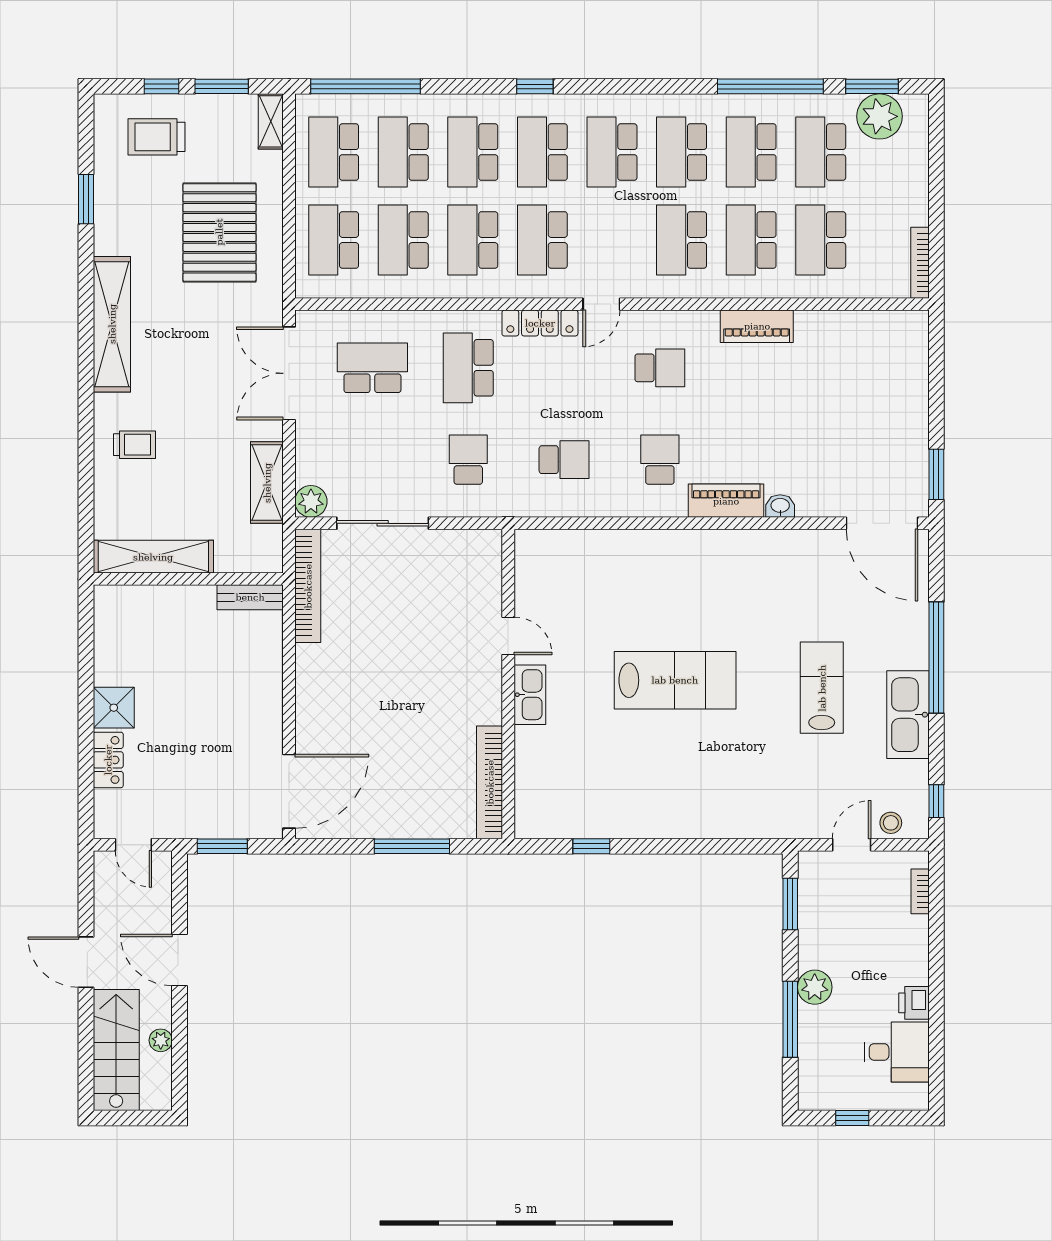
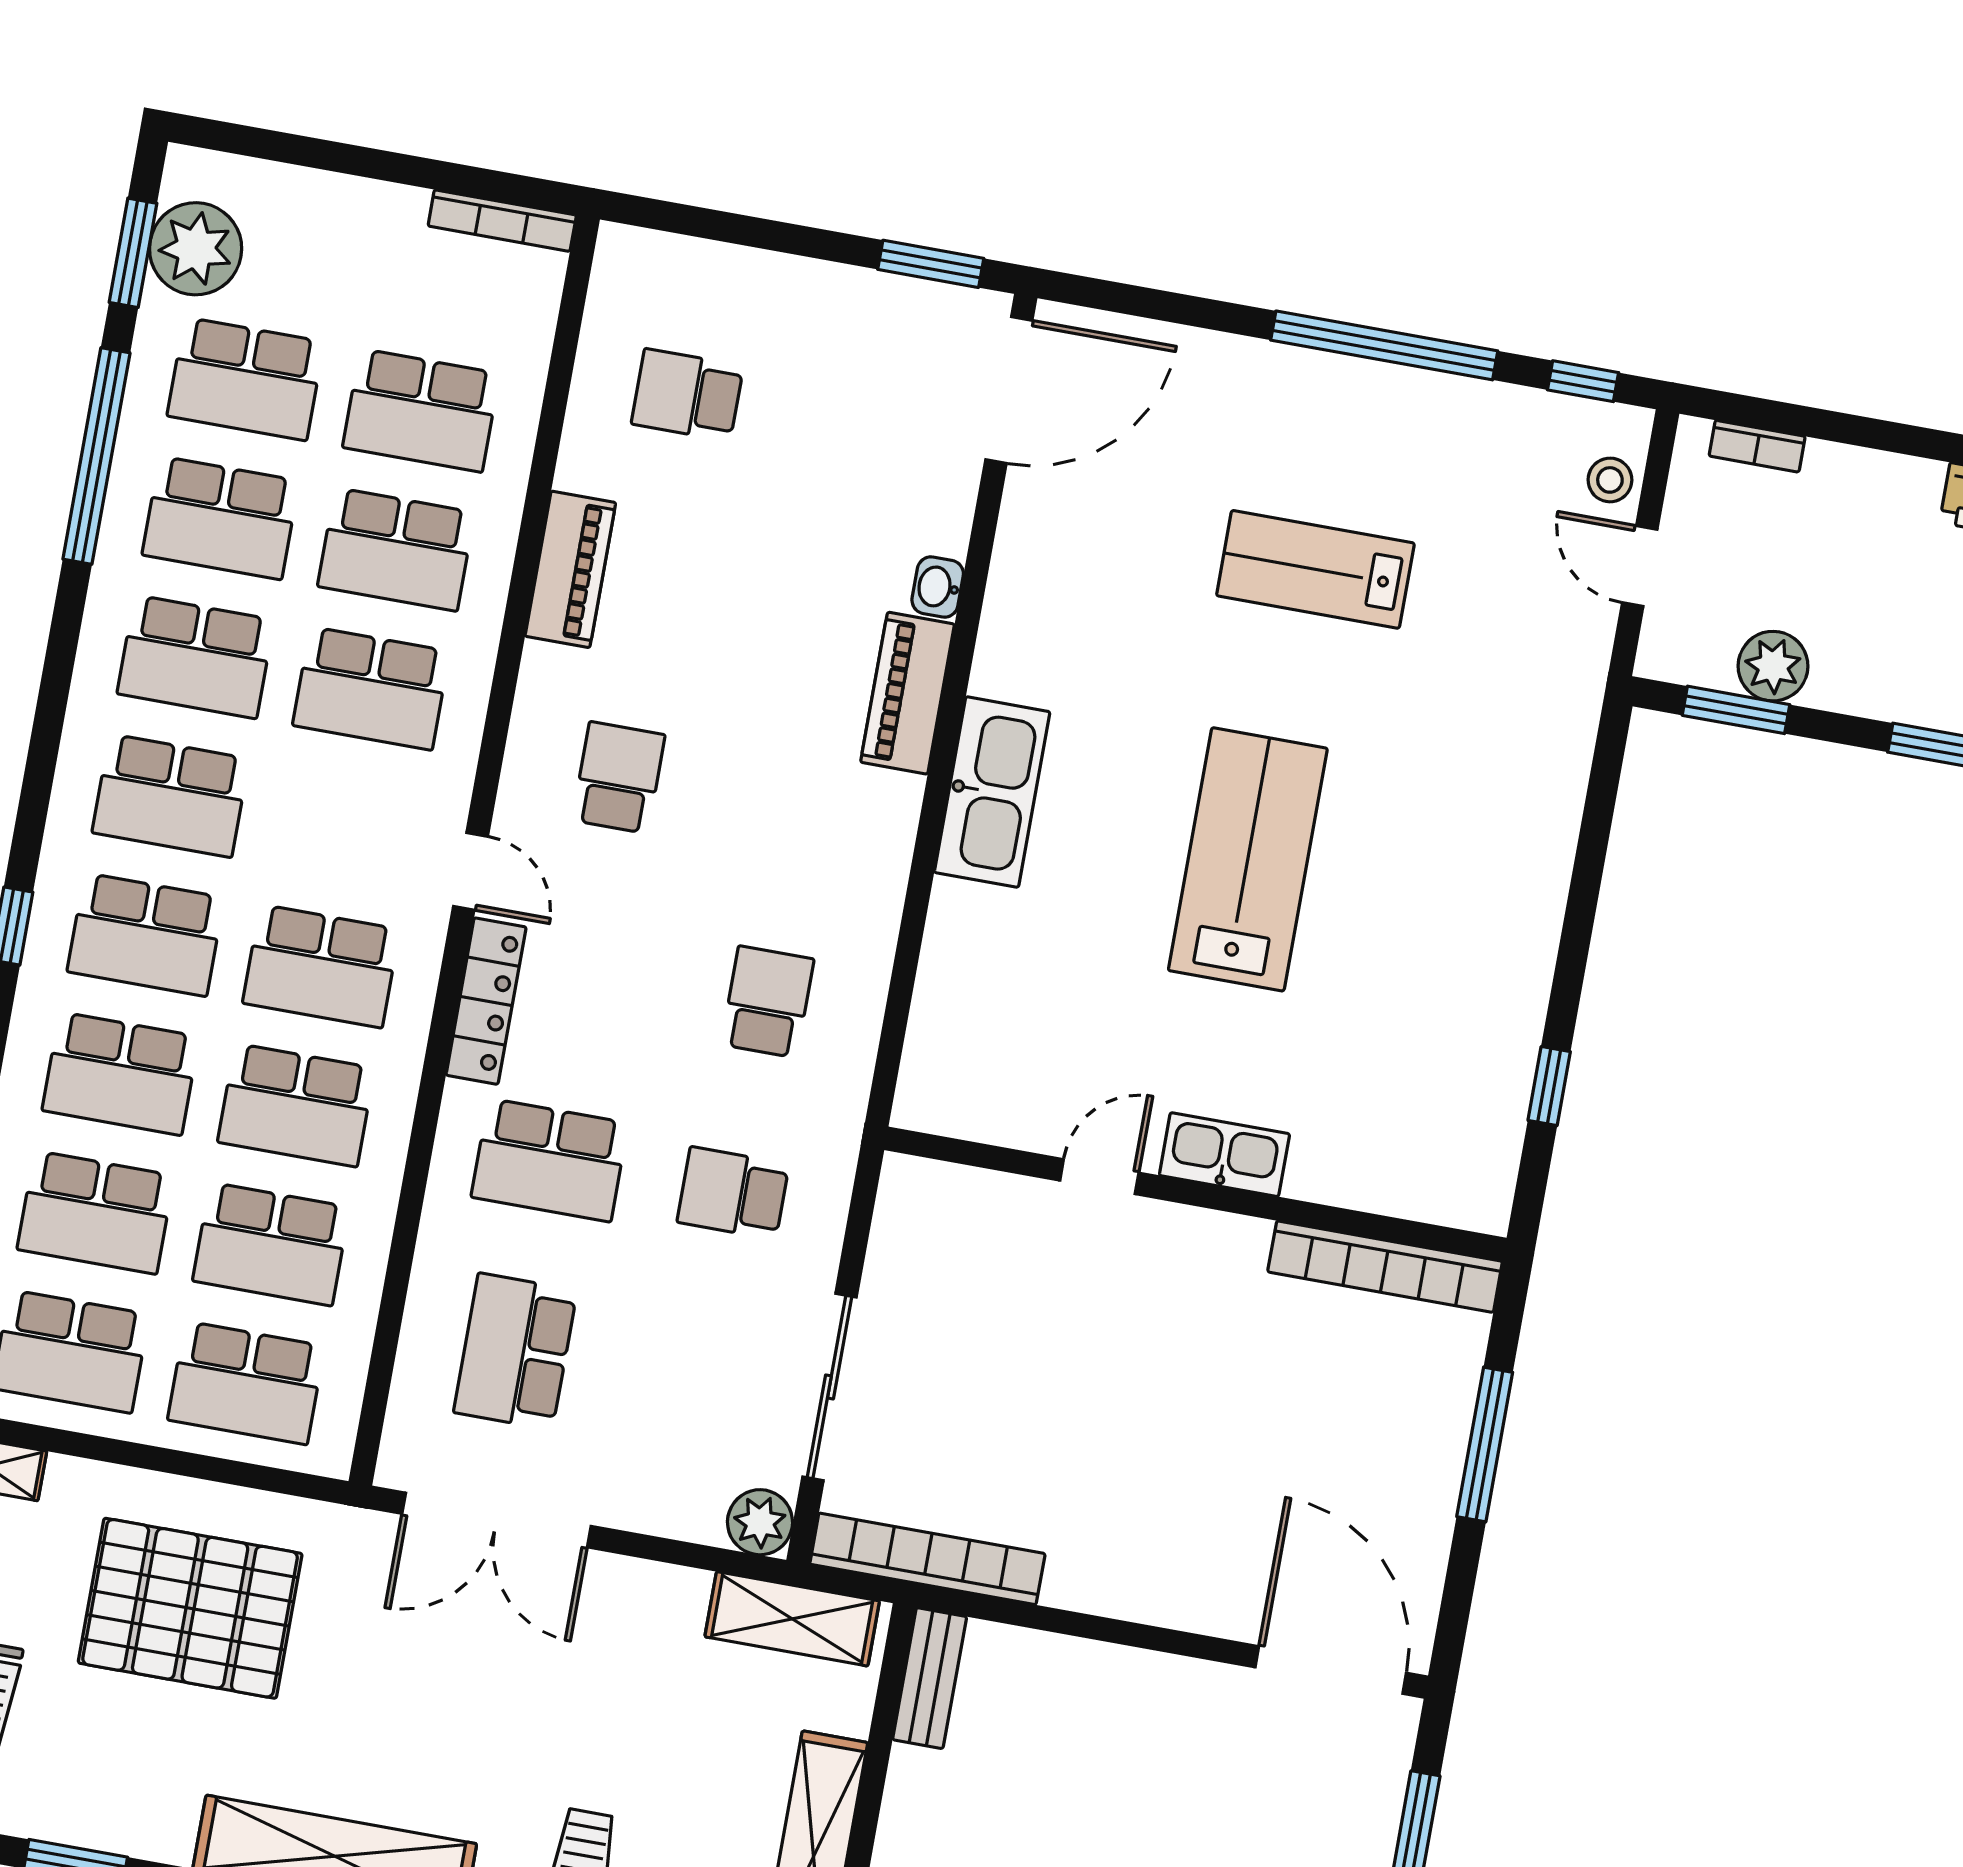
school desk: (660, 460) -> (687, 395), moved
shelving: (267, 483) -> (792, 1619), moved
window: (936, 657) -> (1384, 345), moved
kitchen sink: (908, 715) -> (992, 792), moved, turned -90
plant: (815, 987) -> (1773, 666), moved

